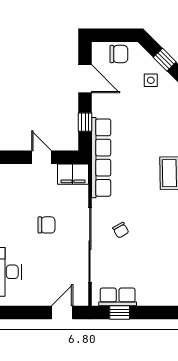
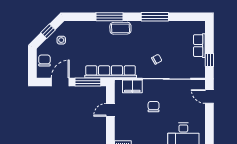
window: (85, 122) -> (88, 82), width x2.17
filing cabinet: (73, 174) -> (132, 86), moved, turned 90
row of seats: (118, 297) -> (199, 46), moved

